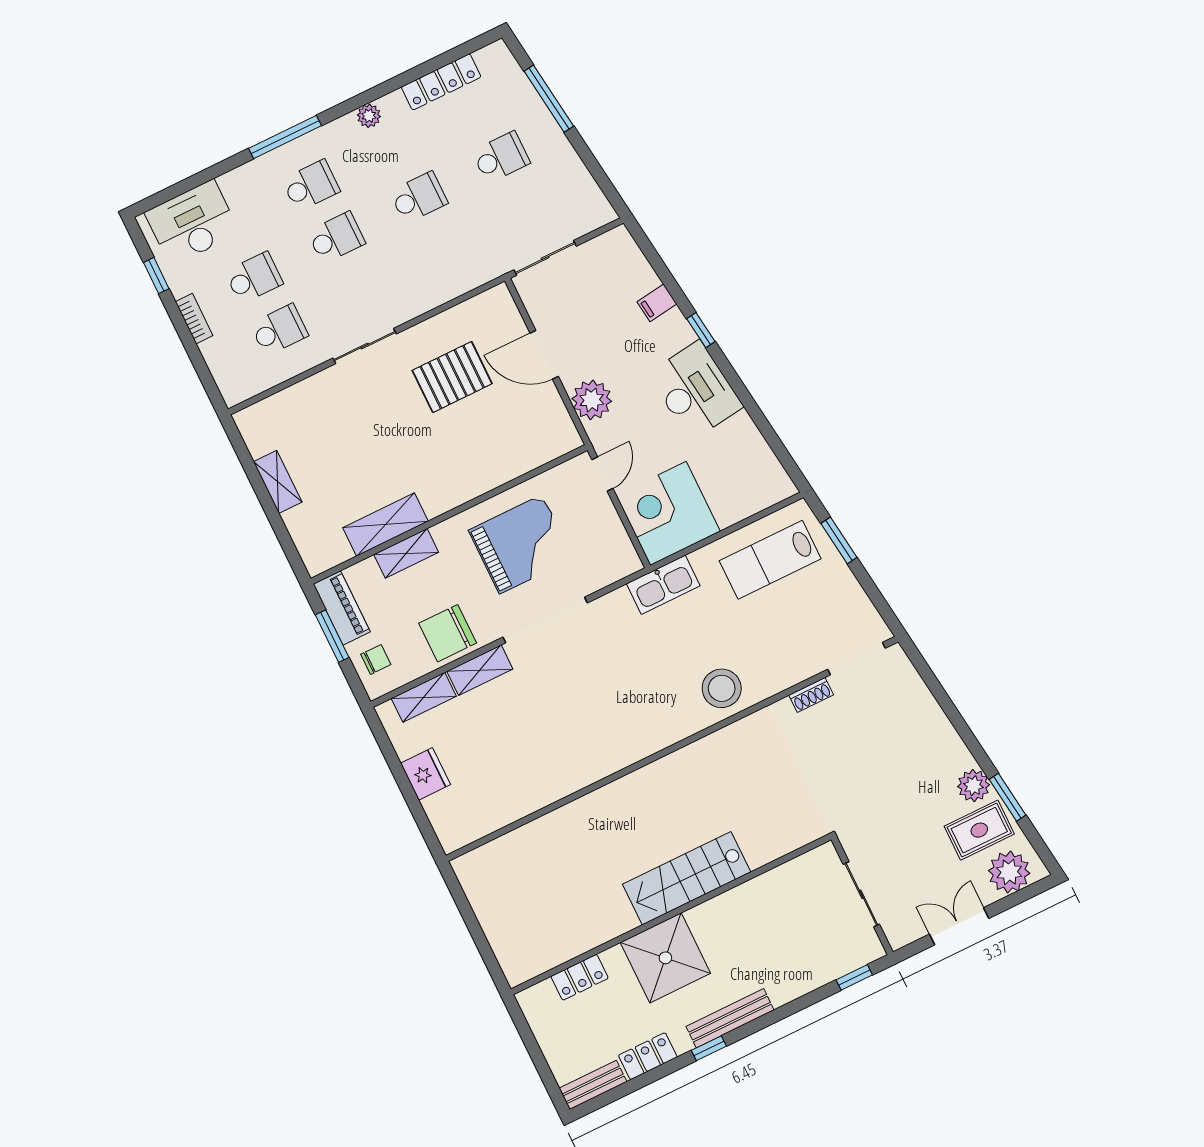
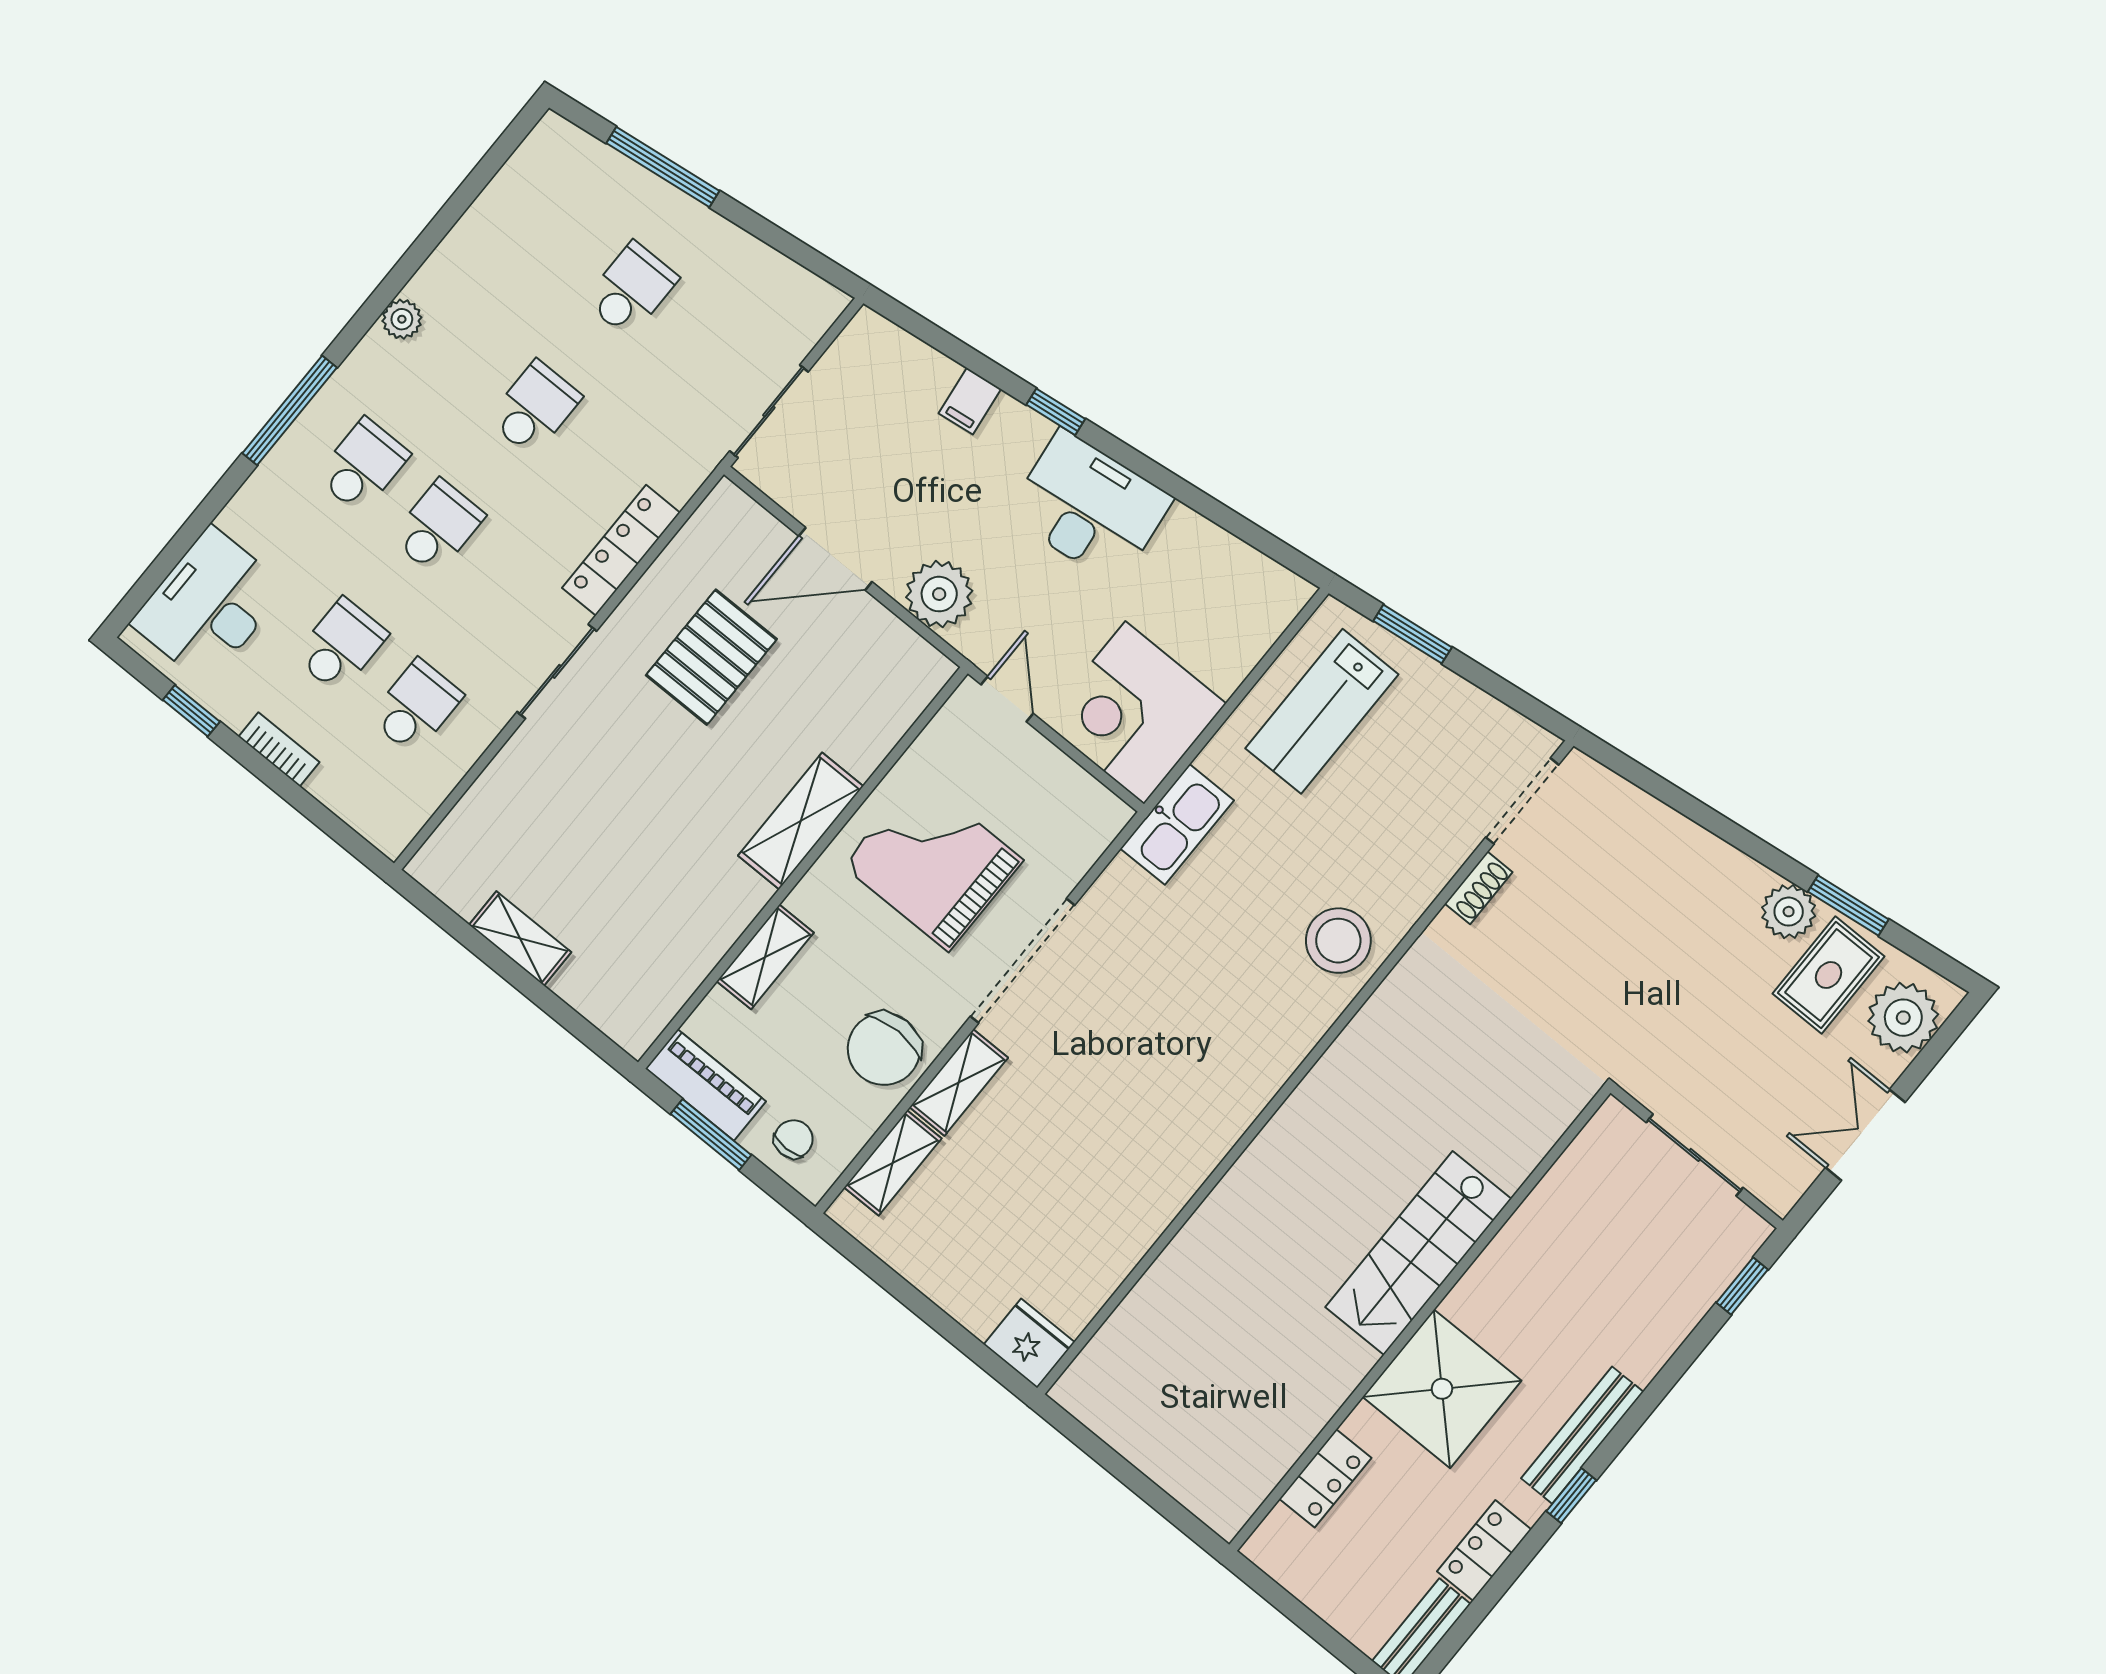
locker: (441, 82) -> (621, 550), moved, turned 180
shelving: (385, 525) -> (801, 821), moved
grand piano: (521, 544) -> (933, 863), turned -90
fridge: (425, 774) -> (1029, 1343), moved

